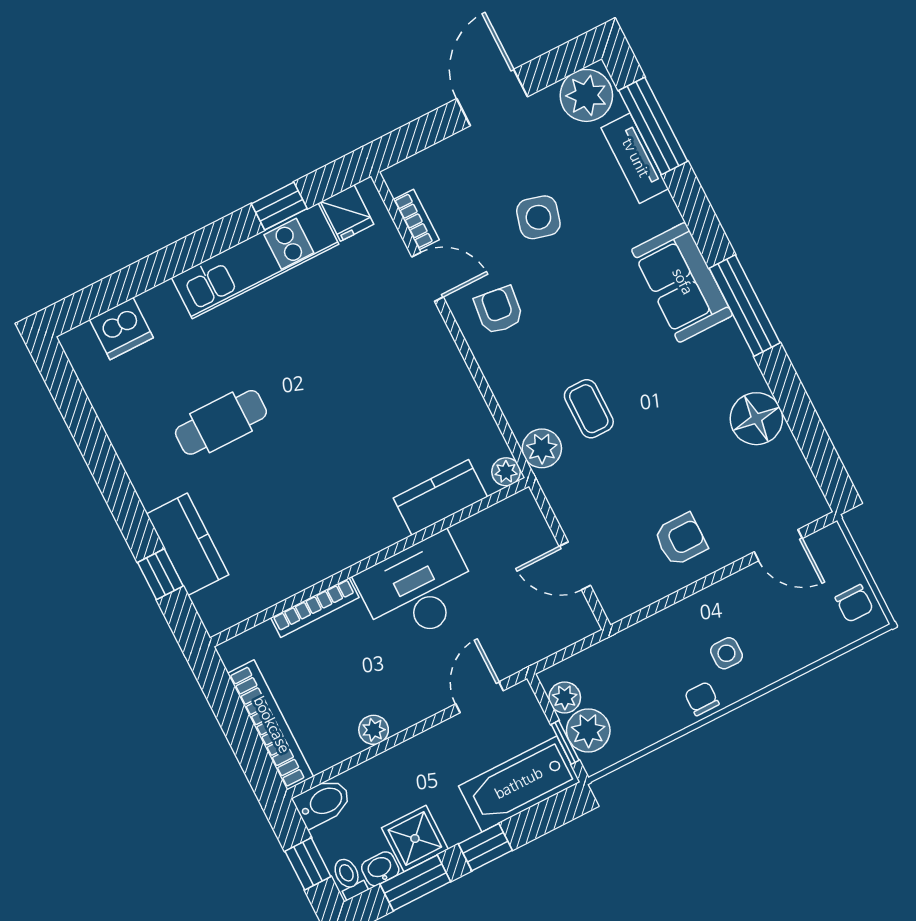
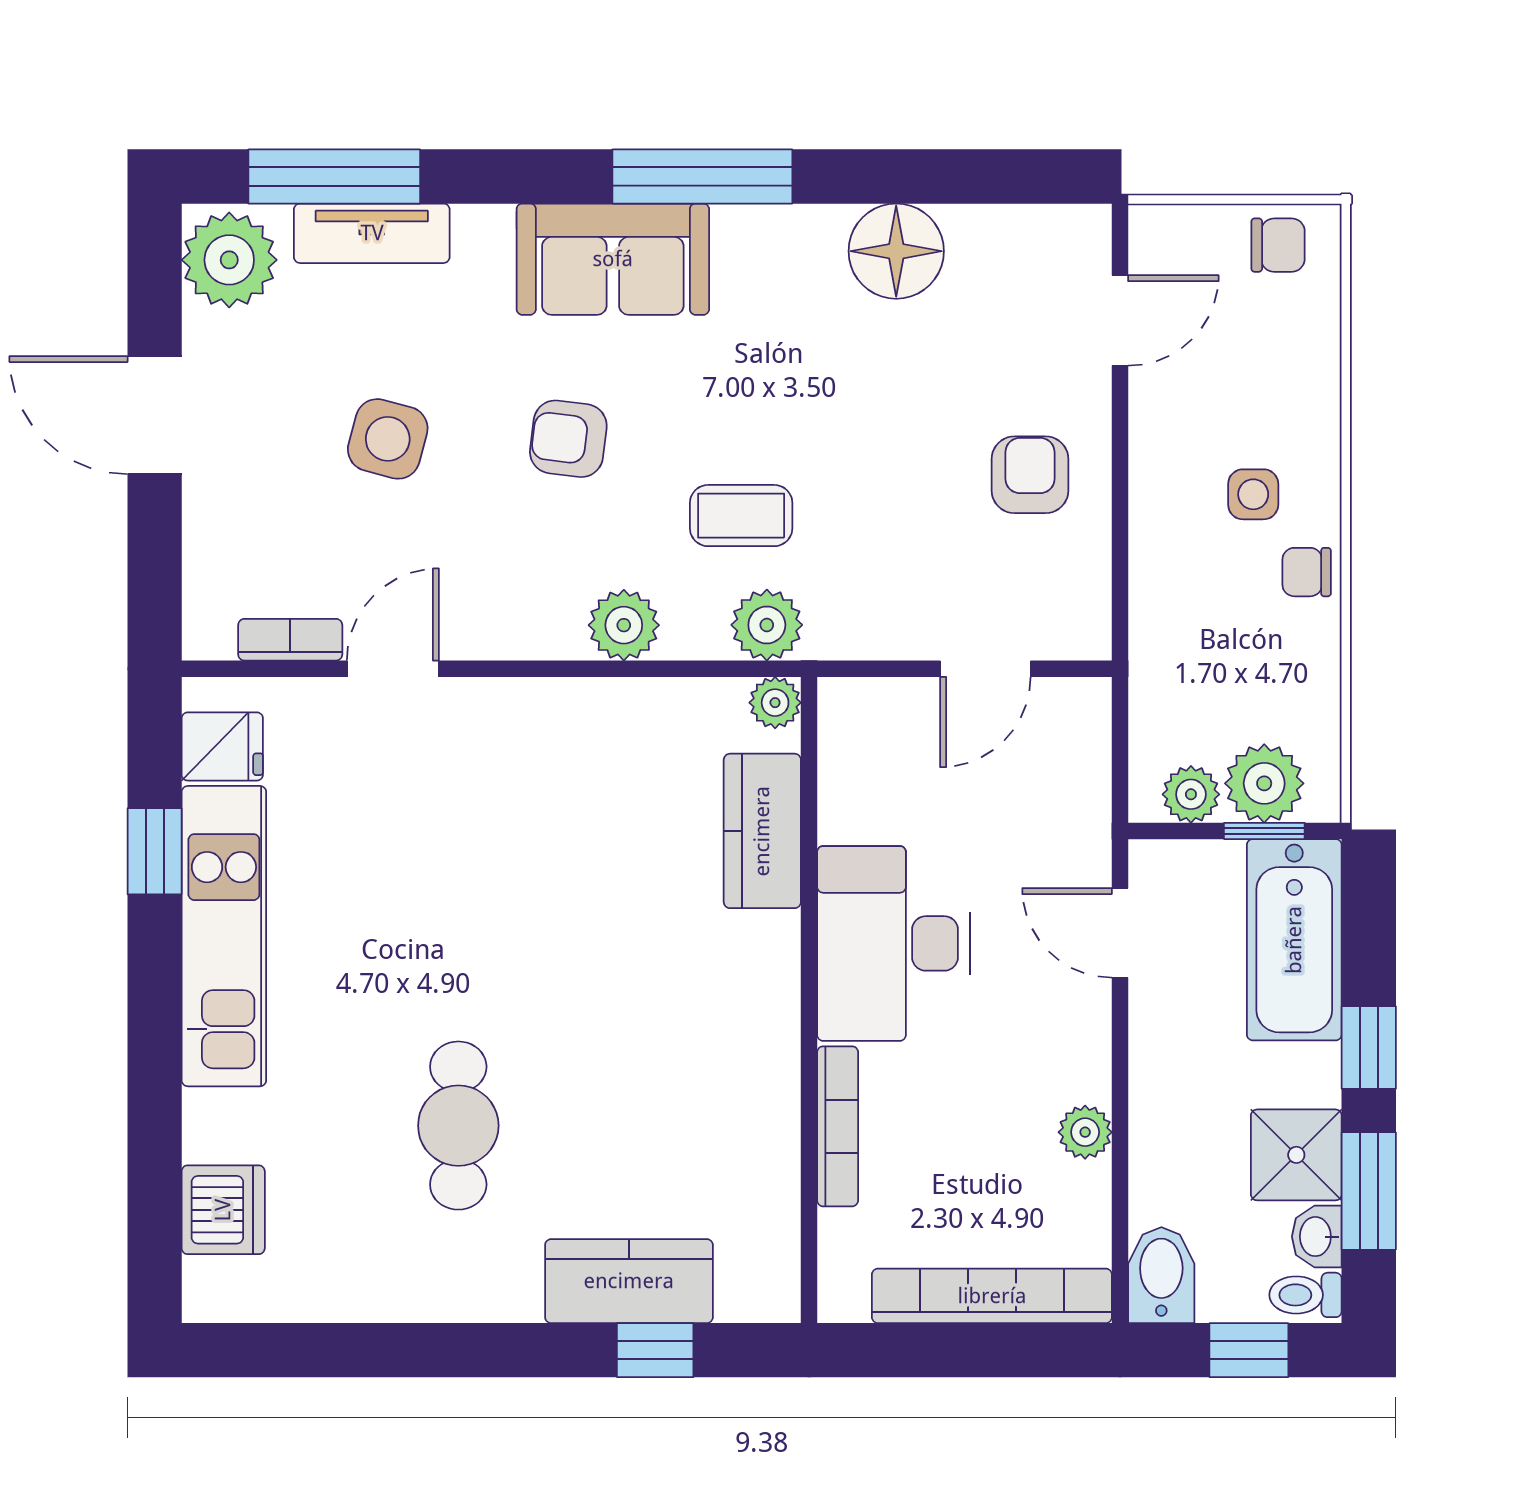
armchair: (499, 310) -> (568, 439), moved
plant: (506, 379) -> (624, 625), added

